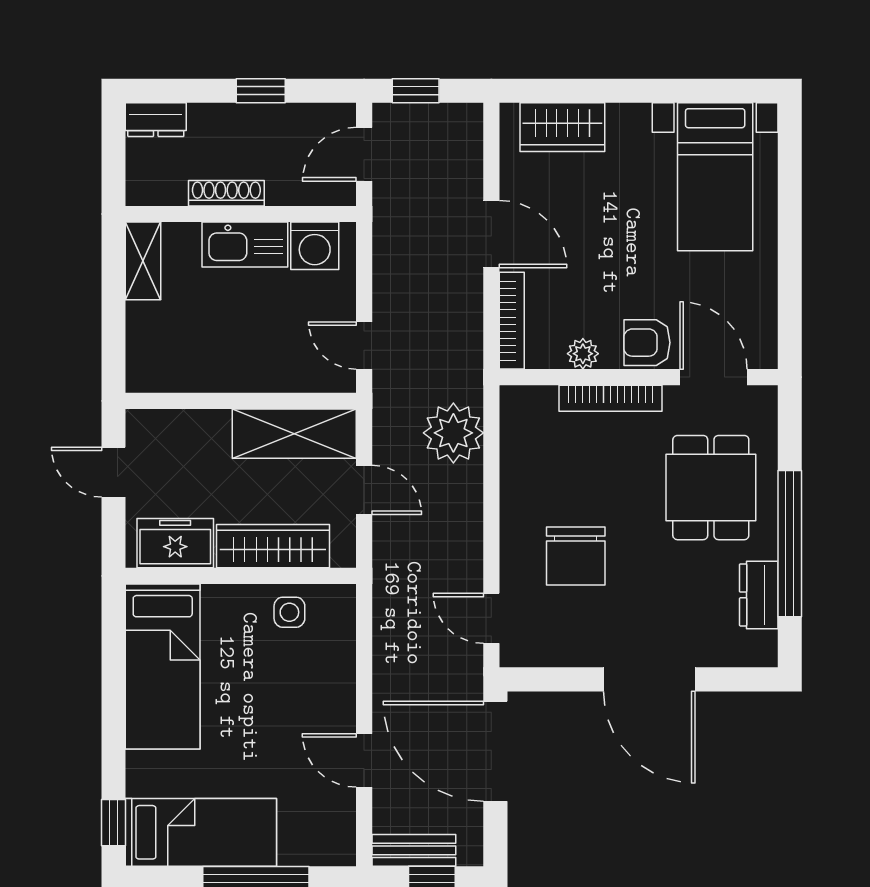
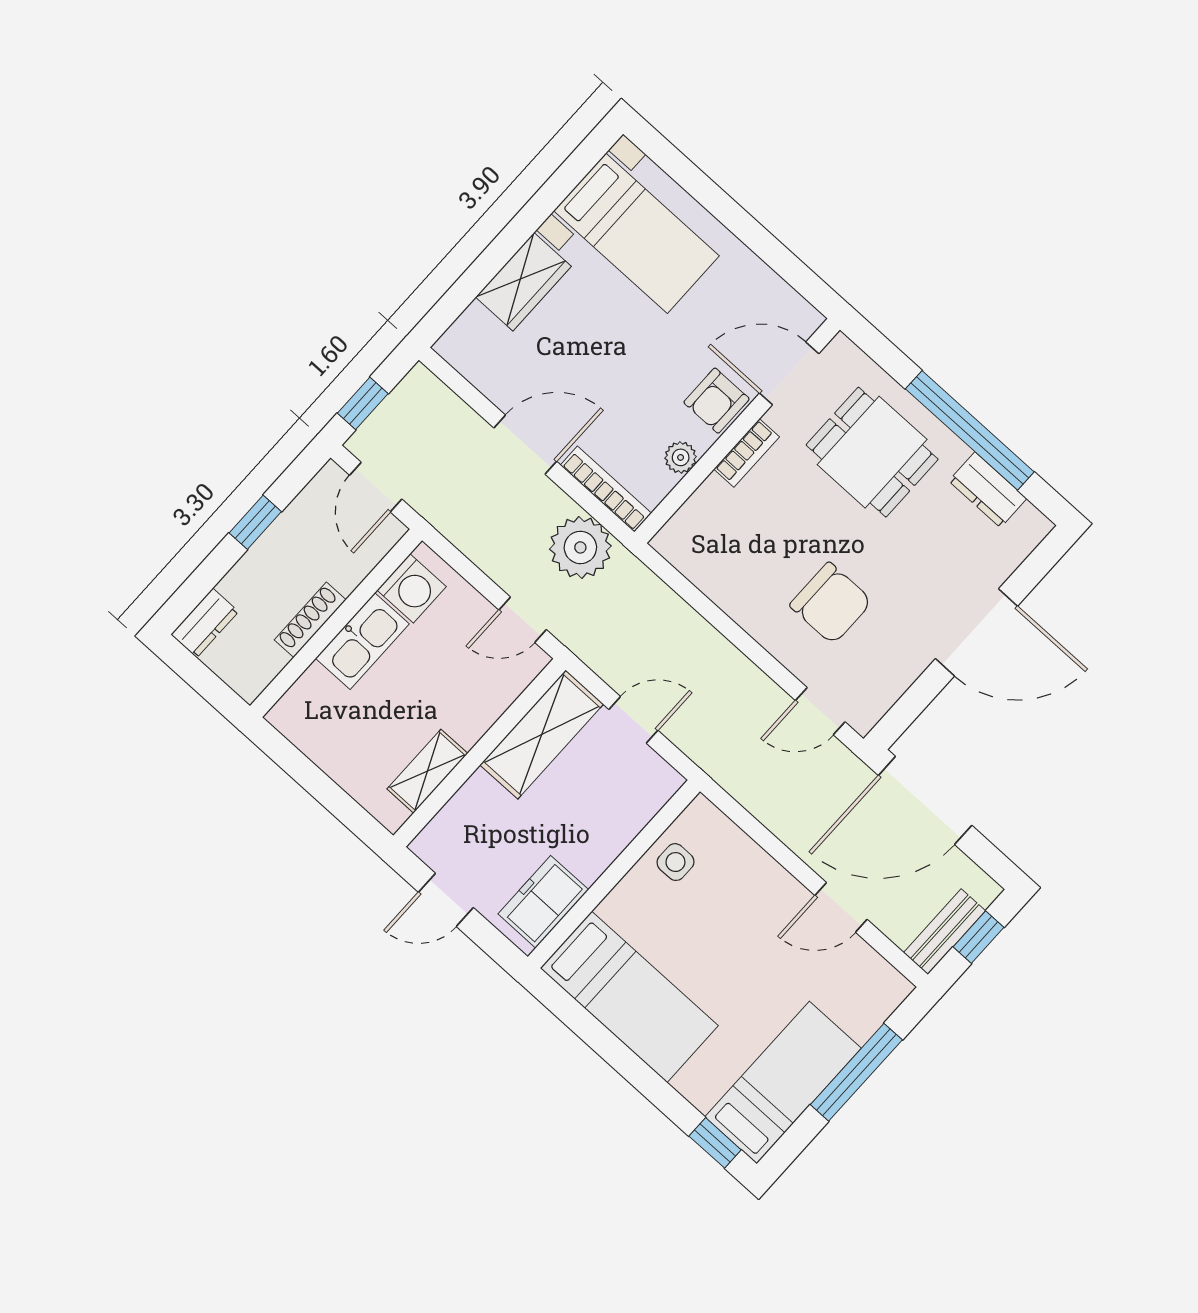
wardrobe: (562, 127) -> (523, 282), moved
shelving: (143, 261) -> (427, 771), moved, turned 90
bookcase: (610, 398) -> (747, 453), width x0.64
plant: (453, 433) -> (580, 547), moved
wardrobe: (273, 546) -> (613, 829), removed

